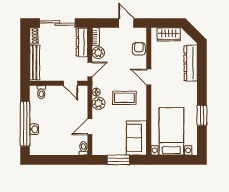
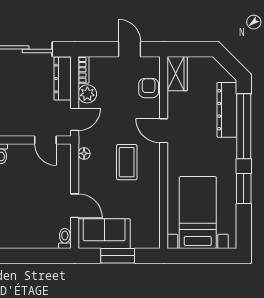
wardrobe: (169, 34) -> (177, 74), moved, turned -90
window: (202, 74) -> (244, 126), added
coffee table: (124, 98) -> (127, 162), turned 90
plant: (99, 103) -> (88, 170), removed
door: (90, 127) -> (75, 206), swing flipped
sofa: (137, 138) -> (104, 234), moved, turned 90

